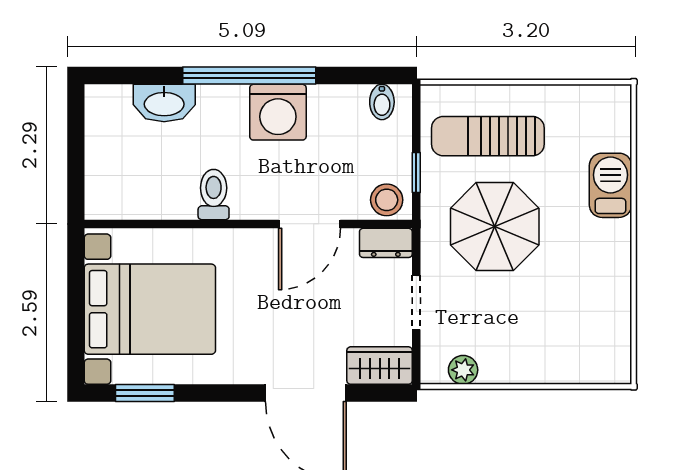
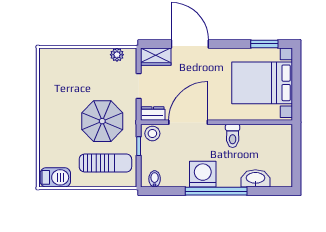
barbecue: (610, 185) -> (55, 177), moved, turned -90
door: (310, 224) -> (188, 122), width x1.36

